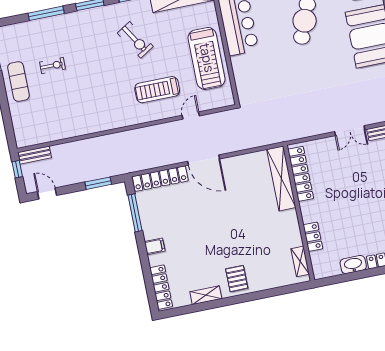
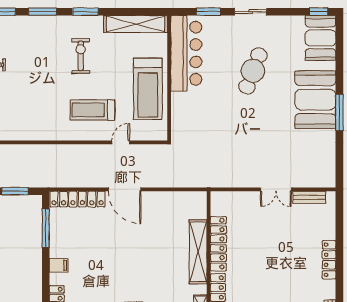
exercise bike: (135, 40) -> (81, 56), turned -148
locker: (301, 174) -> (218, 244), moved
shelving: (281, 178) -> (198, 252), moved

